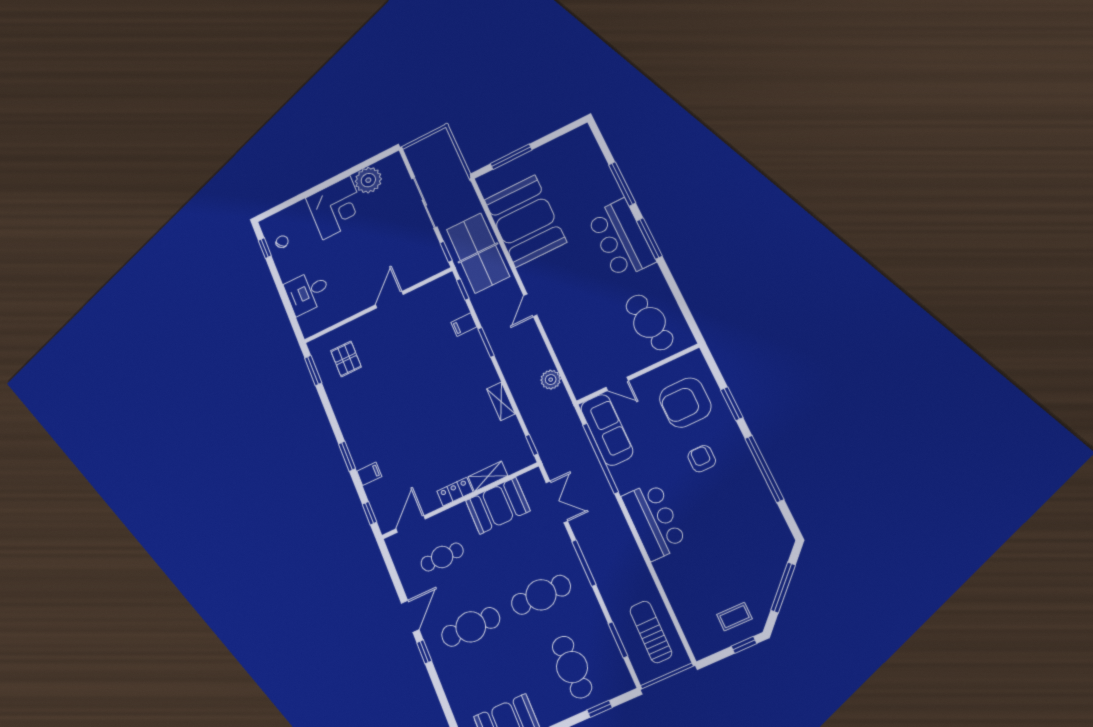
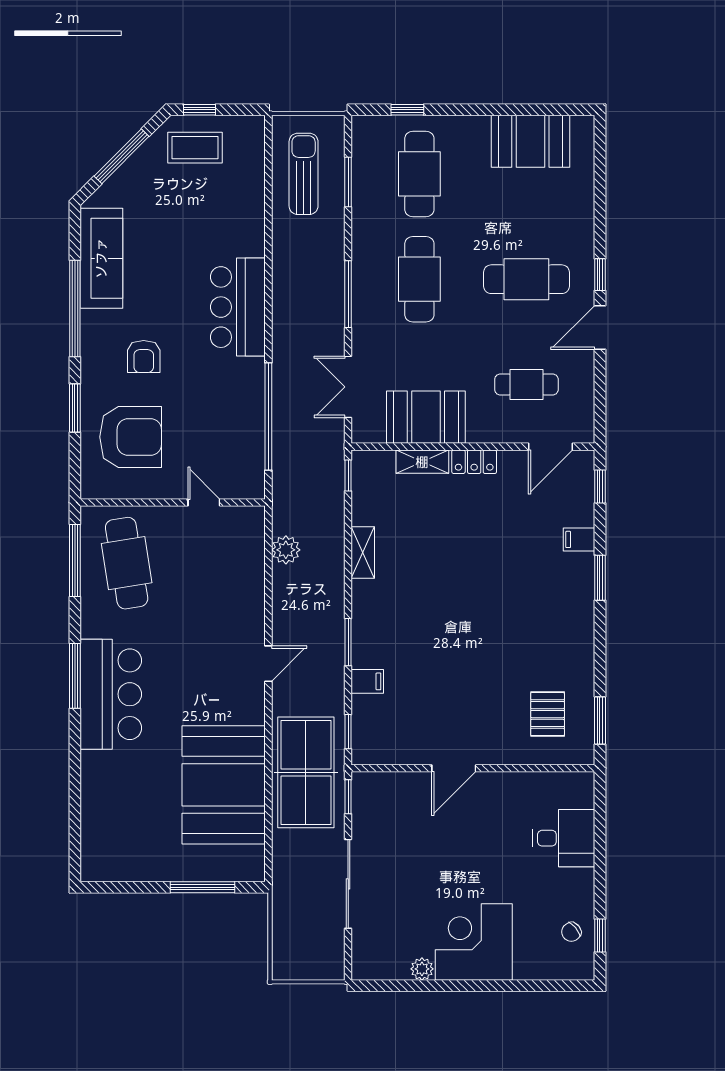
plant: (368, 180) -> (422, 969), width x0.53, depth x0.53
window: (622, 184) -> (75, 561), moved
sofa: (607, 430) -> (101, 258), moved, turned 180
cafe table: (541, 595) -> (419, 279), turned 90
coffee table: (734, 617) -> (195, 148), width x1.36, depth x1.30
sun lounger: (651, 632) -> (304, 174), turned 180

